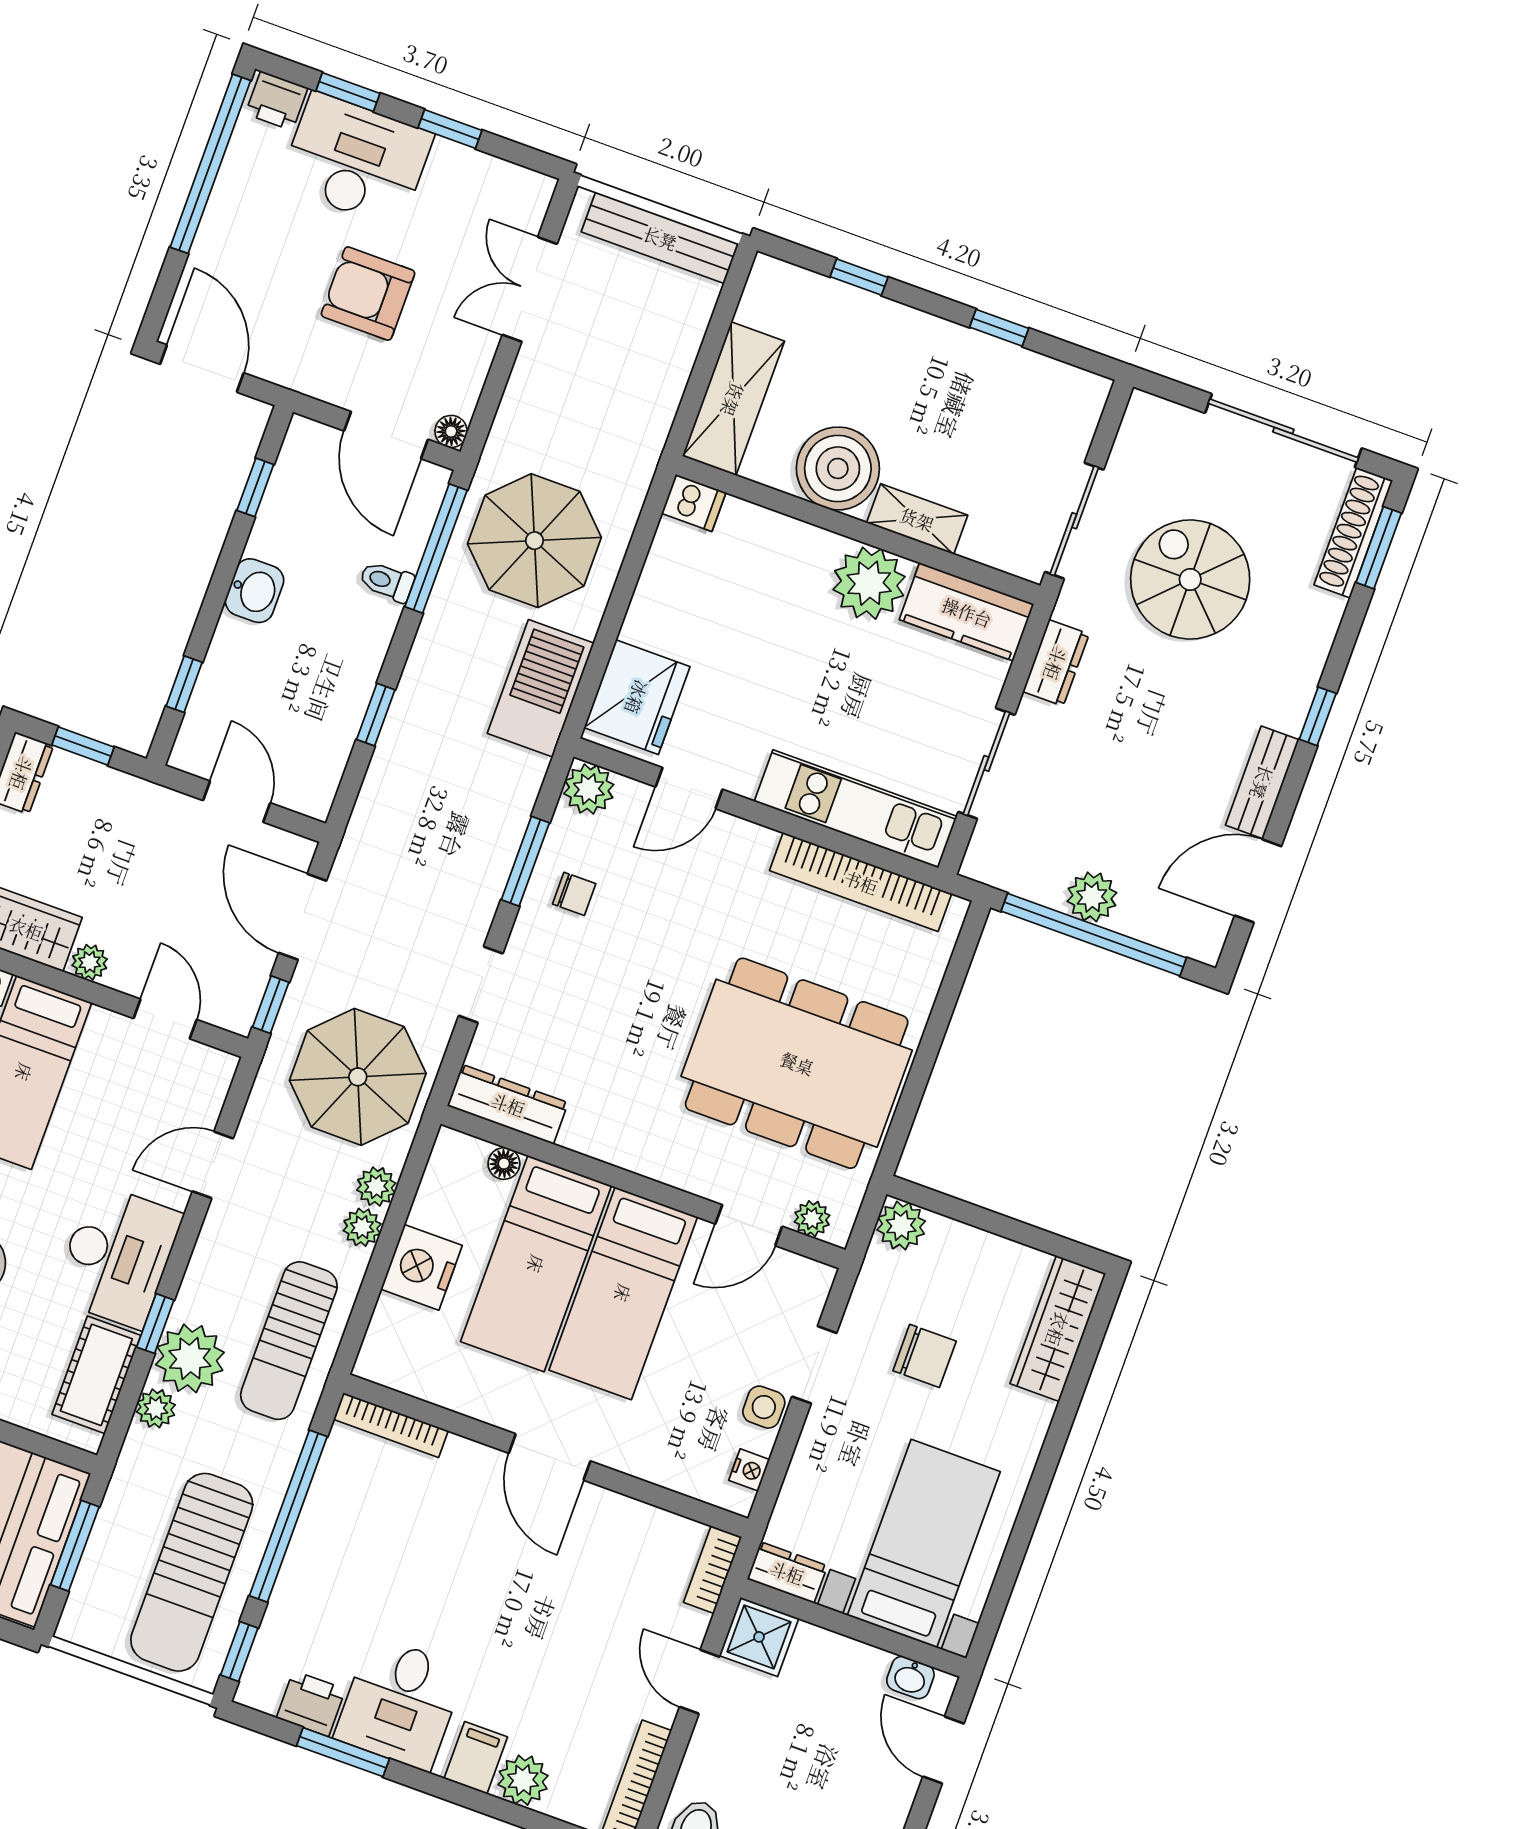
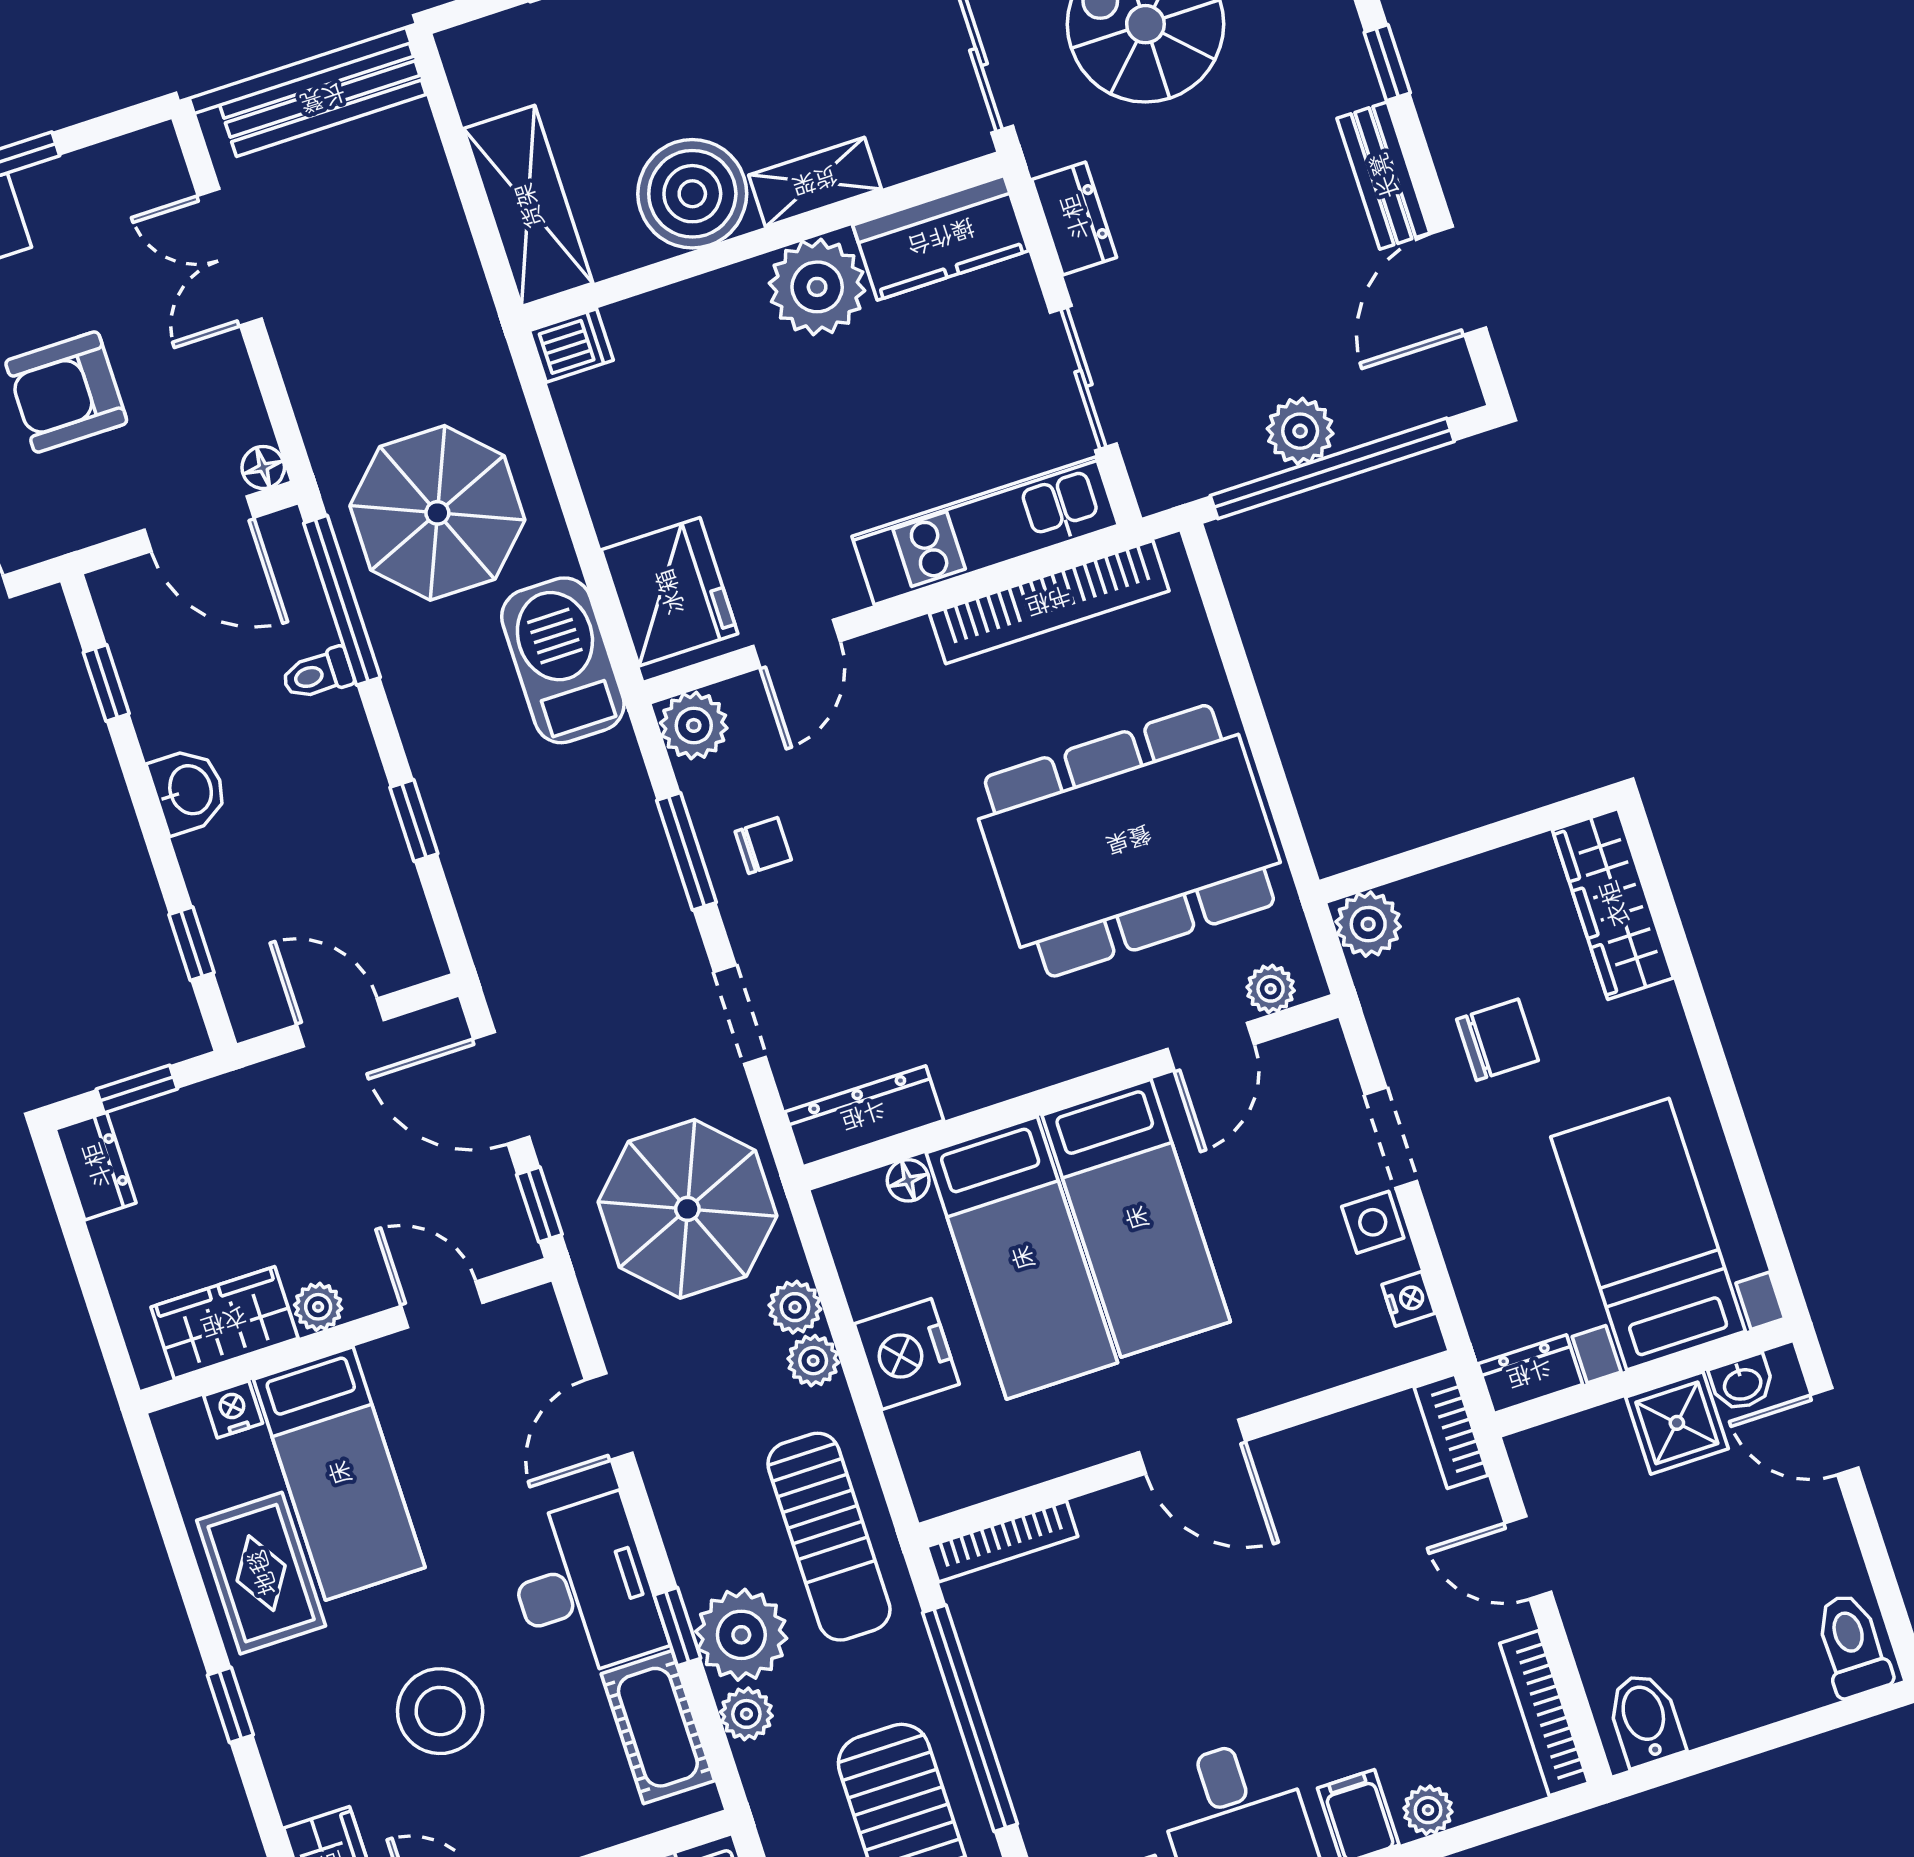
shower: (759, 1637) -> (1677, 1423), moved
plant: (523, 1780) -> (1428, 1810), width x0.73, depth x0.73

